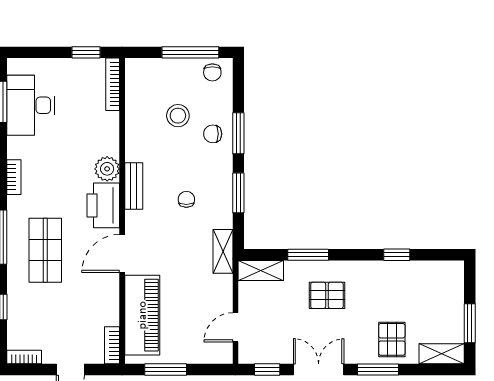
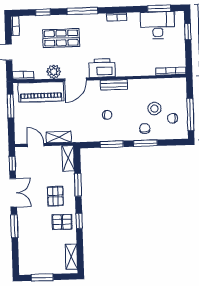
window: (86, 52) -> (188, 32), moved
chair: (212, 72) -> (172, 118), moved
plant: (107, 169) -> (54, 72), moved
shop shelf: (45, 250) -> (61, 38), moved
shelving: (223, 251) -> (59, 137), moved
door: (122, 253) -> (75, 79), swing flipped
window: (397, 255) -> (79, 221), moved
pallet: (392, 339) -> (62, 222), moved
shelving: (442, 354) -> (71, 257), moved

